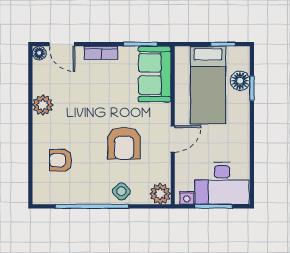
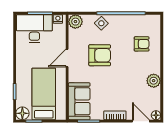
floor lamp: (240, 81) -> (22, 113), moved
armchair: (124, 143) -> (100, 55), turned 90

